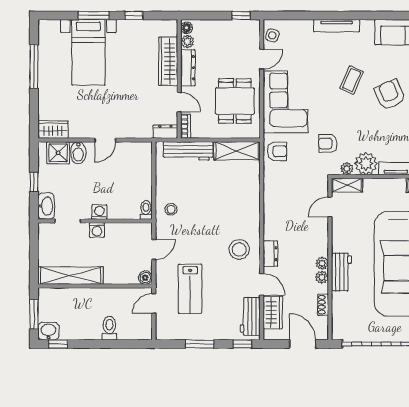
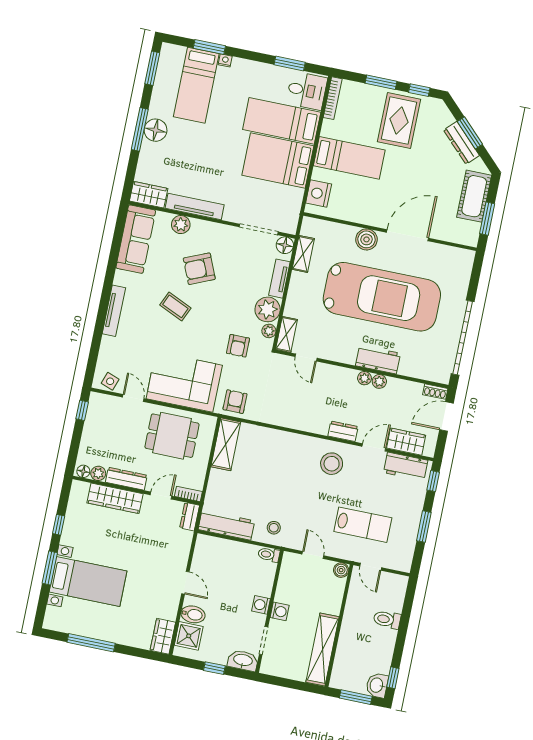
workbench: (188, 151) -> (226, 525), moved, turned -90
shoe rack: (323, 305) -> (435, 392), moved

